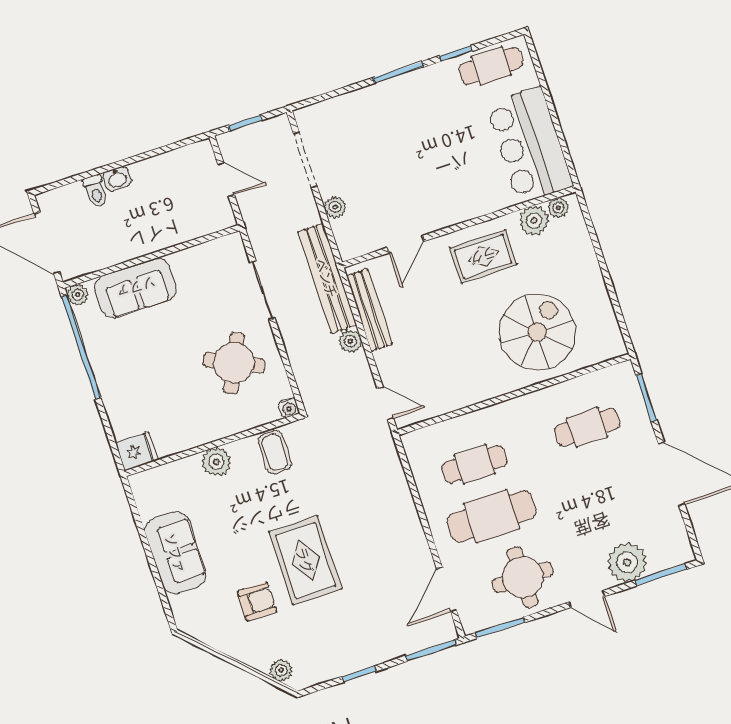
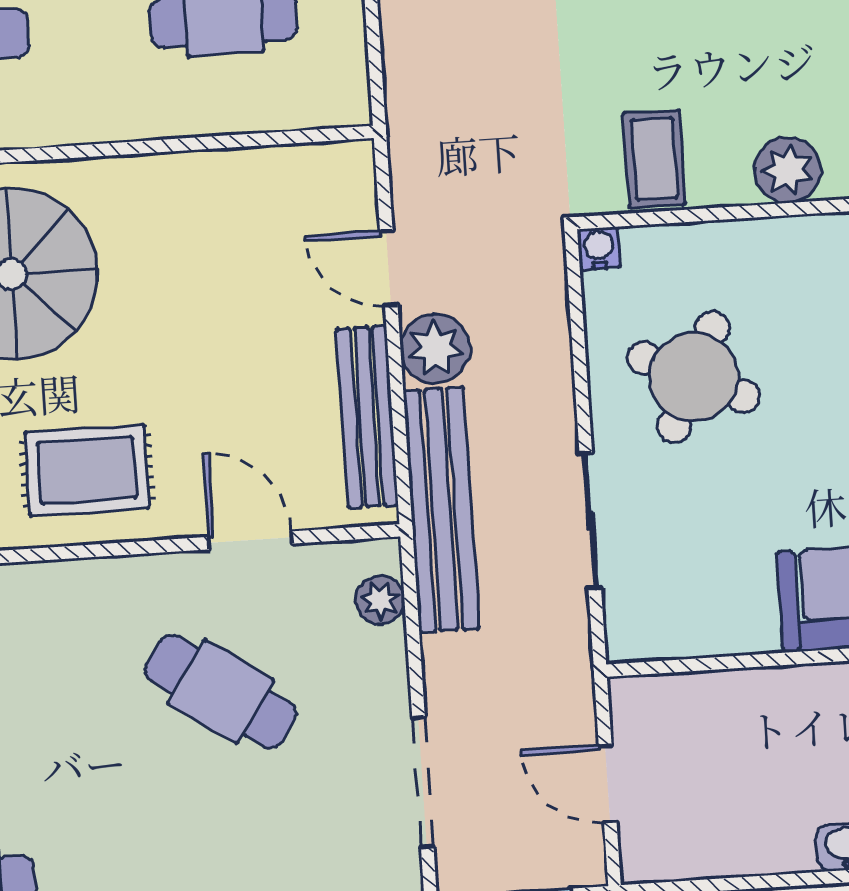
cafe table: (402, 176) -> (221, 692), added
plant: (335, 207) -> (380, 600), moved
door: (406, 244) -> (250, 540), hinge flipped
plant: (350, 341) -> (435, 349), width x1.38, depth x1.38
door: (385, 403) -> (389, 268), moved

